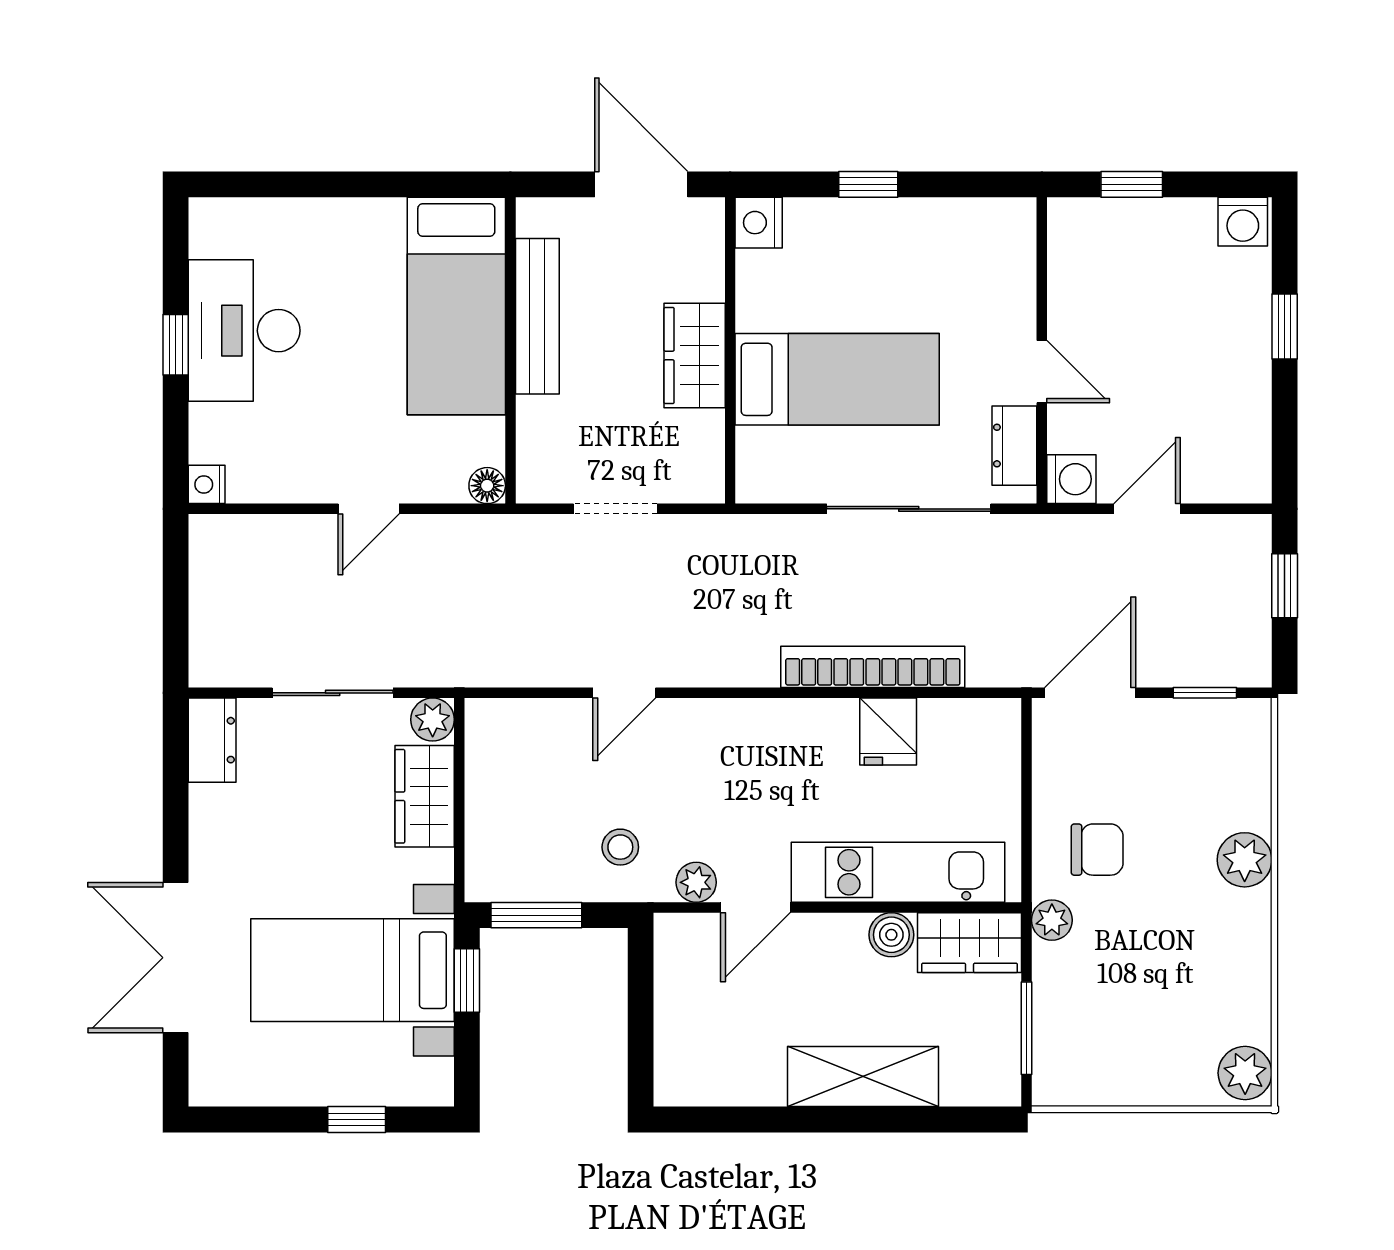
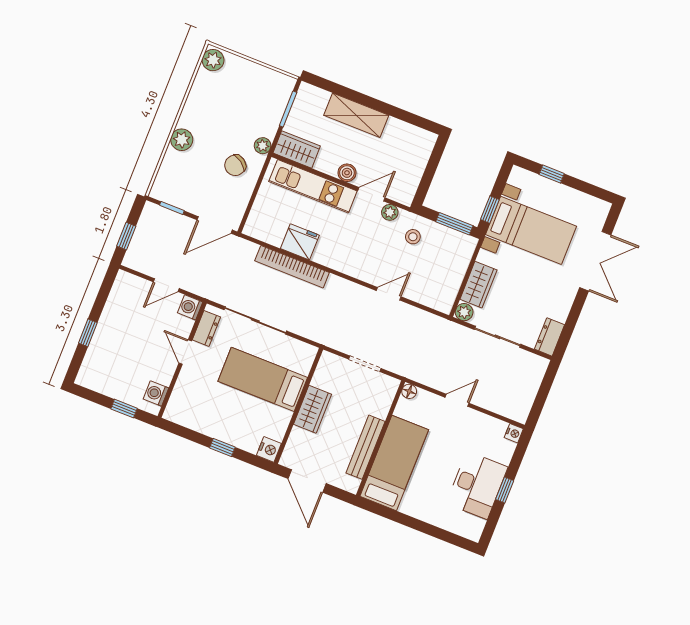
washing machine: (1243, 222) -> (156, 393), moved, turned -90
fridge: (888, 732) -> (300, 242), width x1.38
chair: (1097, 850) -> (235, 165), turned -55
boiler: (891, 935) -> (347, 173), moved

